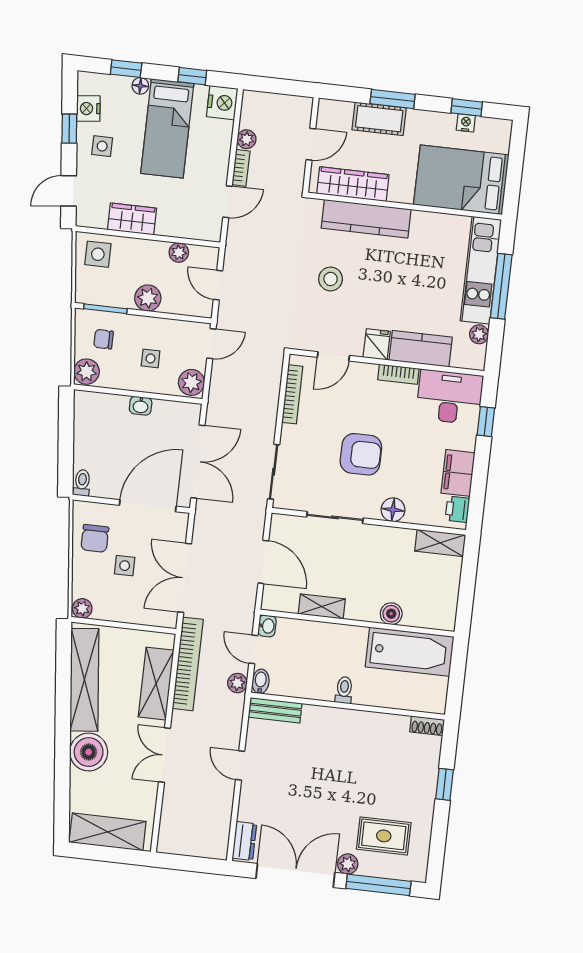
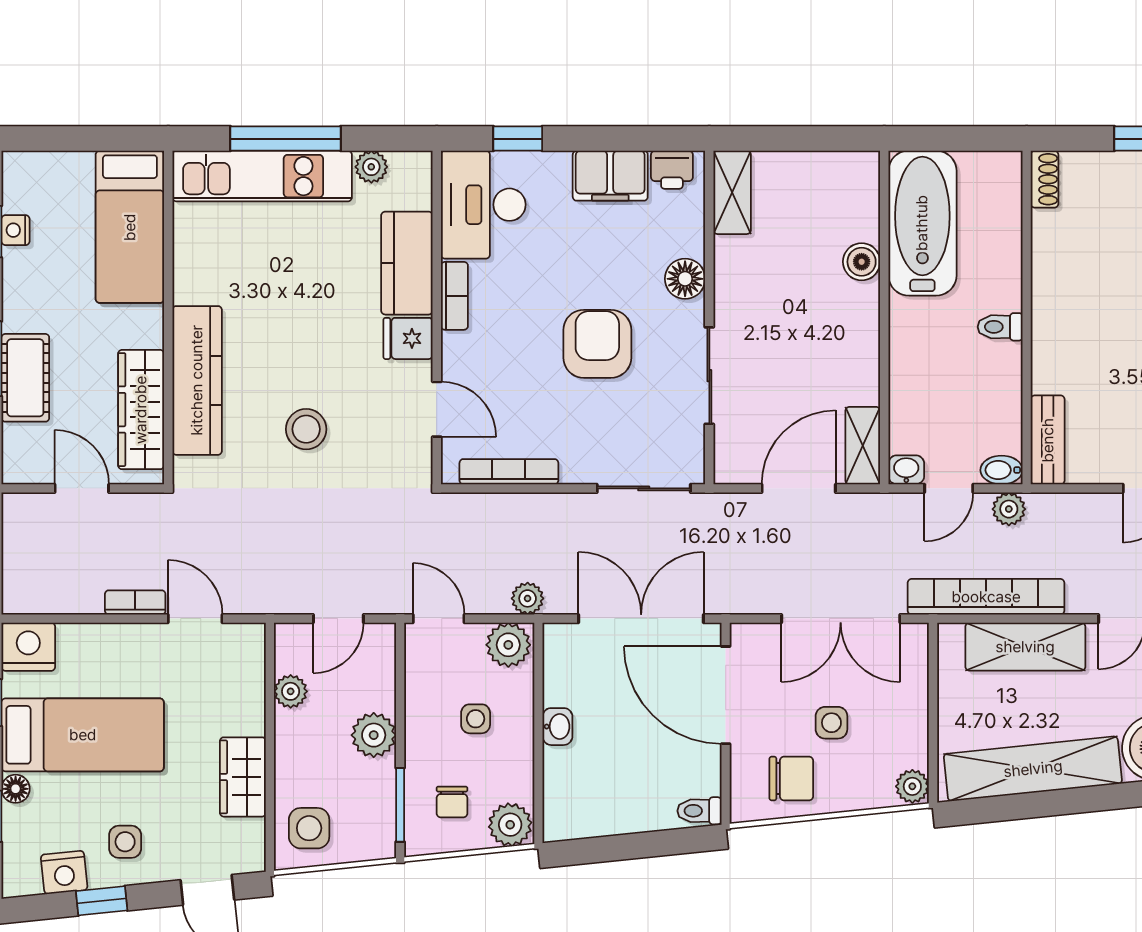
plant: (247, 139) -> (528, 598), moved
bed: (461, 180) -> (130, 227), width x0.67
shelving: (322, 606) -> (863, 446), moved

